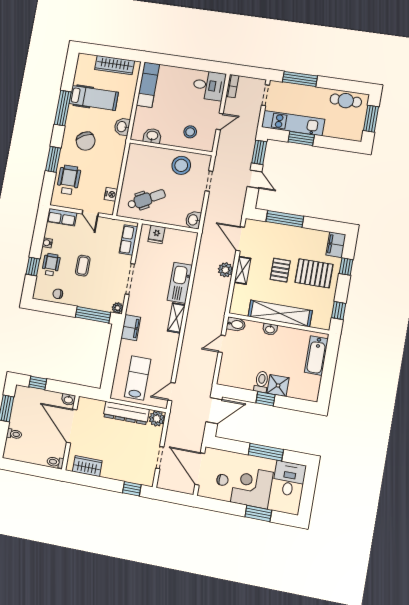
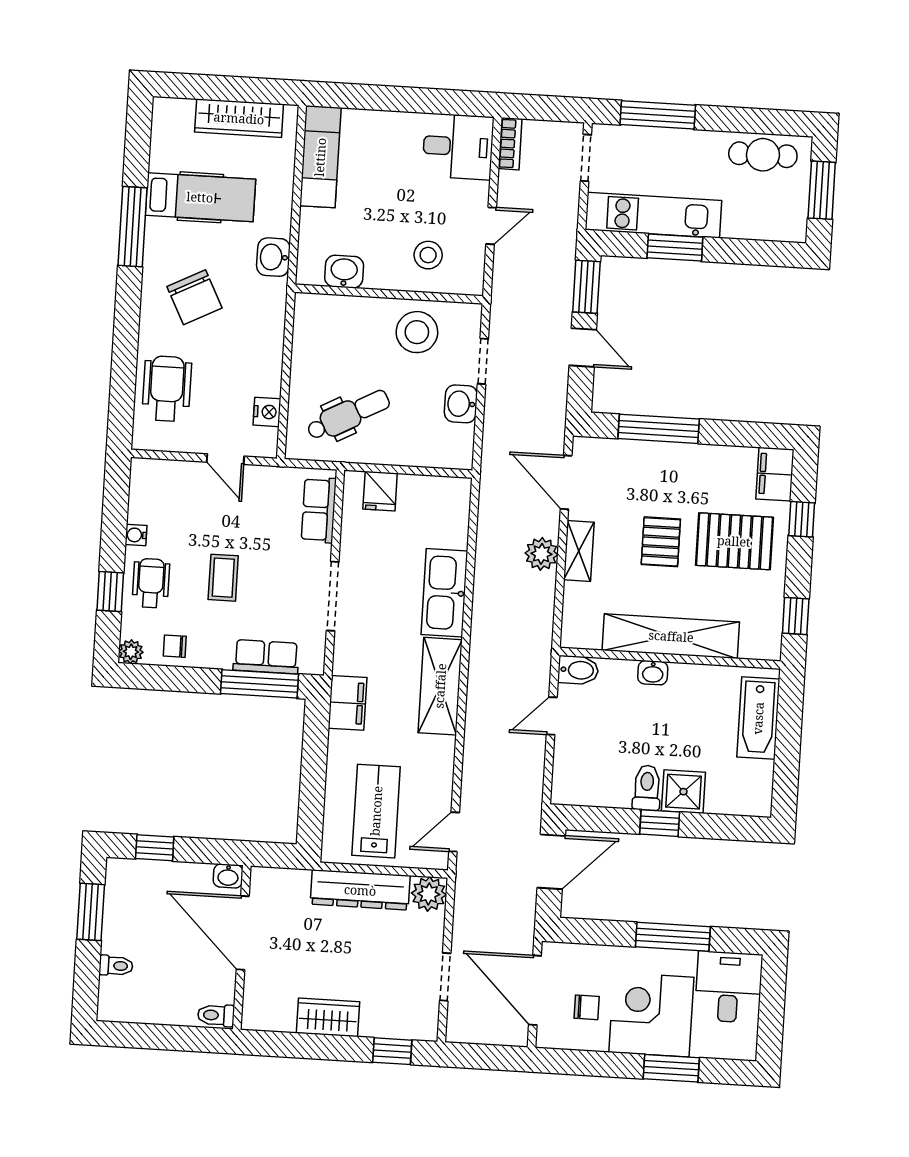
window: (53, 159) -> (125, 345), removed
row of seats: (62, 217) -> (266, 657), moved, turned 180
washbasin: (193, 220) -> (461, 404), moved
plant: (118, 308) -> (131, 652), moved
shelving: (176, 318) -> (440, 686), width x1.50, depth x1.33
wardrobe: (87, 466) -> (328, 1017), moved

